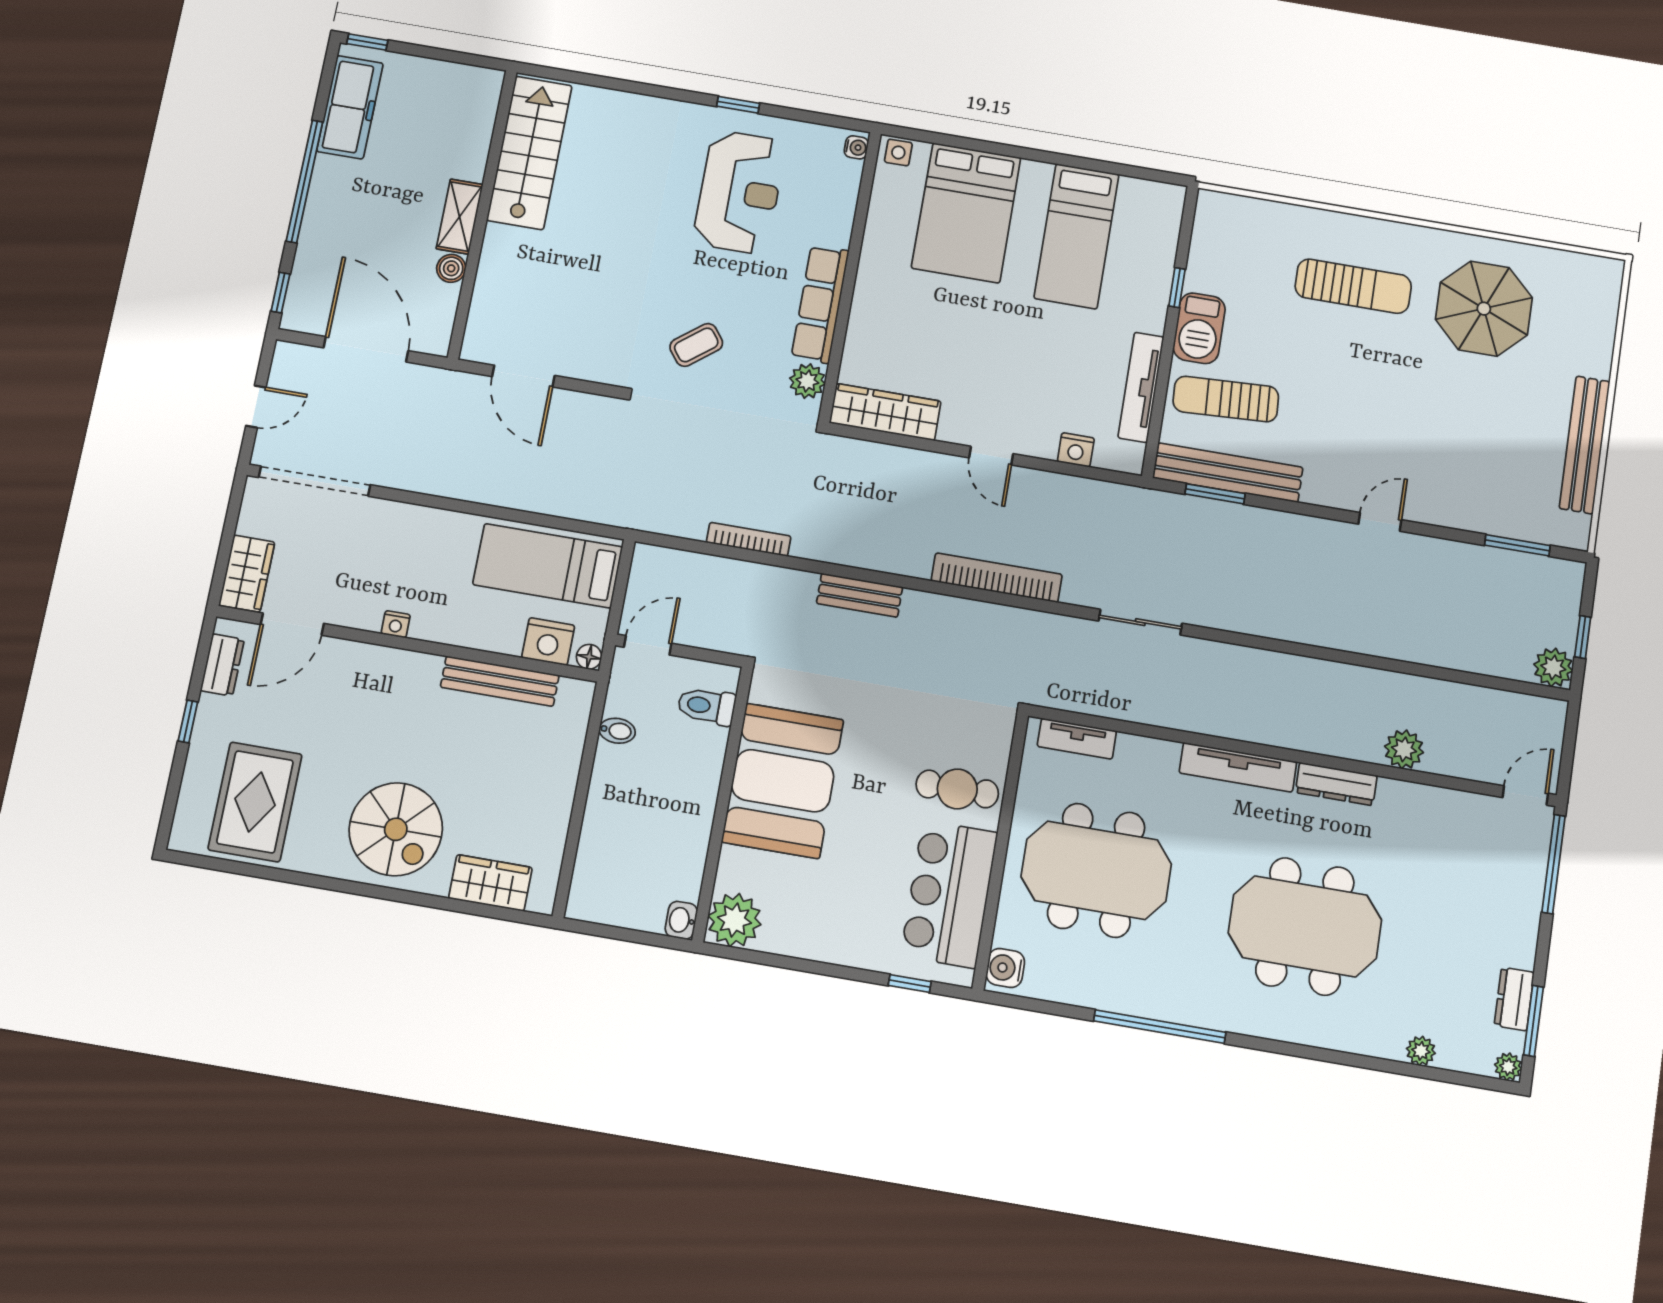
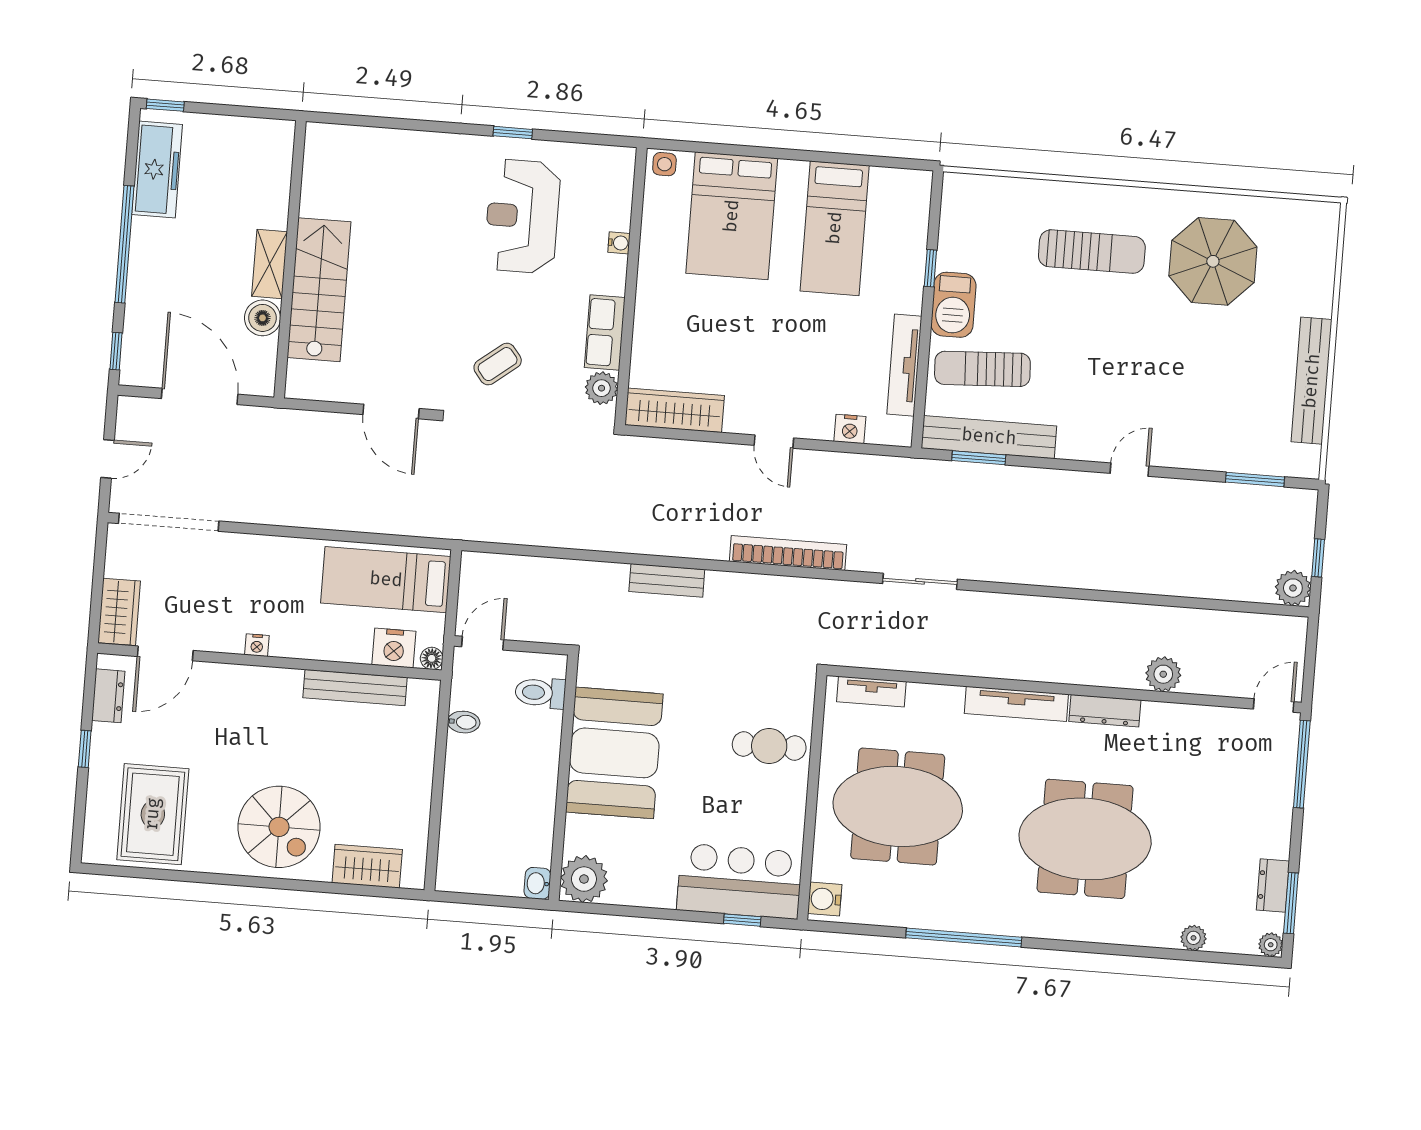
water cooler: (856, 147) -> (619, 243), moved
stairs: (529, 153) -> (319, 290), moved
reception desk: (739, 192) -> (522, 216), turned 180
boiler: (451, 268) -> (262, 318), width x1.36, depth x1.36
row of seats: (820, 304) -> (605, 332), width x0.68
door: (523, 376) -> (391, 412), moved
bookcase: (749, 539) -> (563, 539), removed
bar counter: (949, 894) -> (740, 881), moved, turned 90

